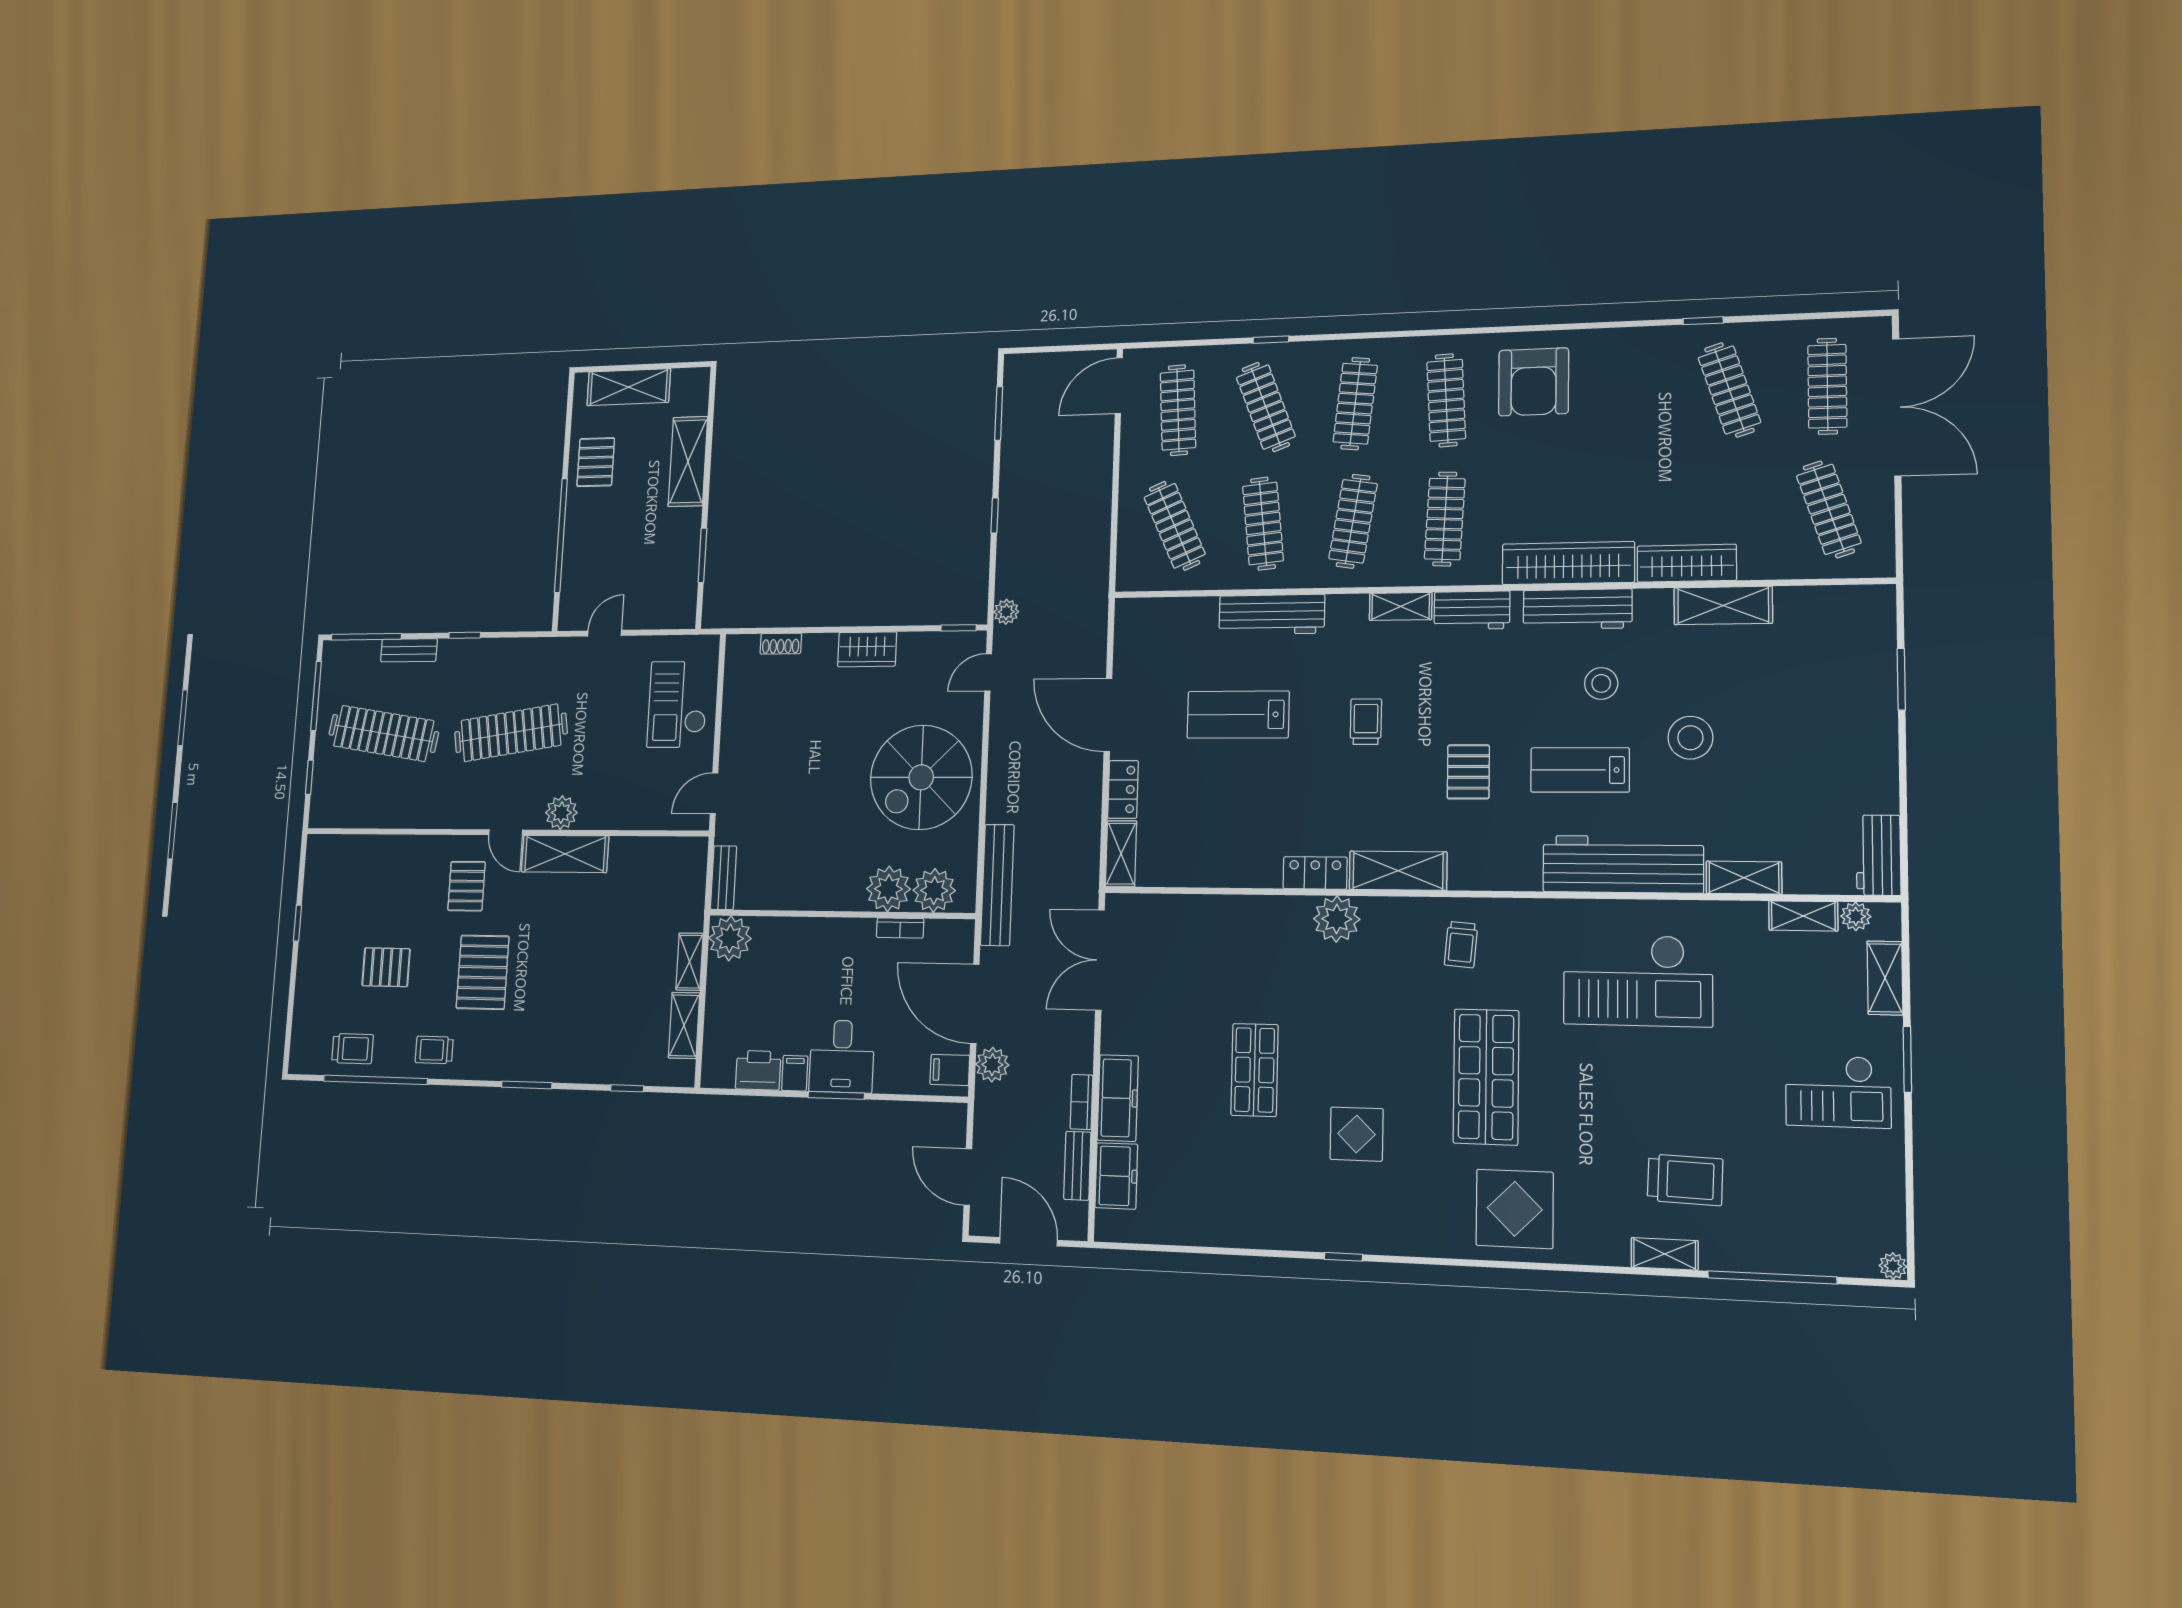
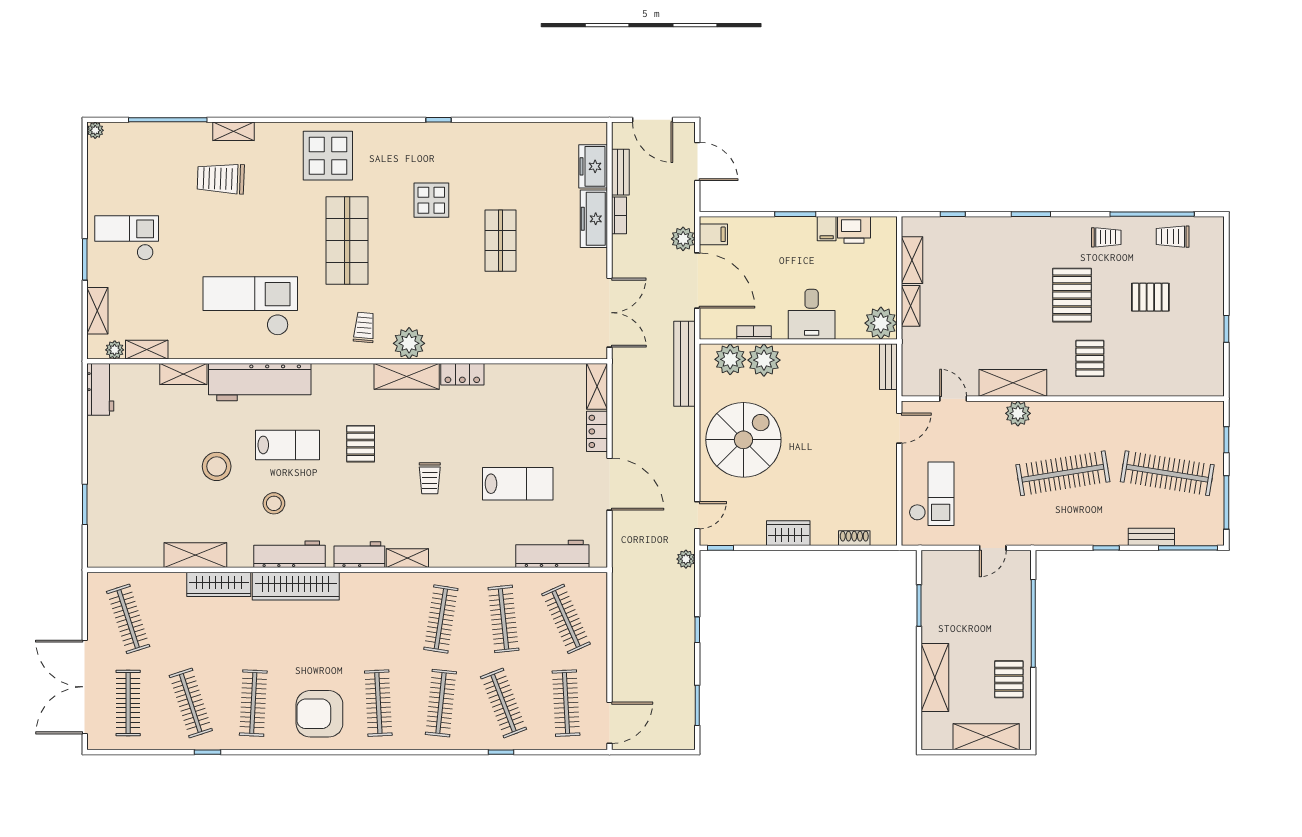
armchair: (1534, 382) -> (319, 714), turned -90
clothes rail: (1445, 519) -> (253, 703), moved
workbench: (1272, 615) -> (552, 554), moved
door: (506, 832) -> (953, 399), moved
plant: (1337, 919) -> (409, 343), moved
desk: (842, 1056) -> (812, 314), moved, turned 180

